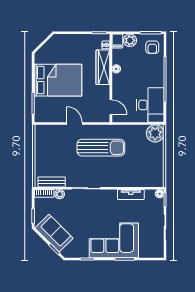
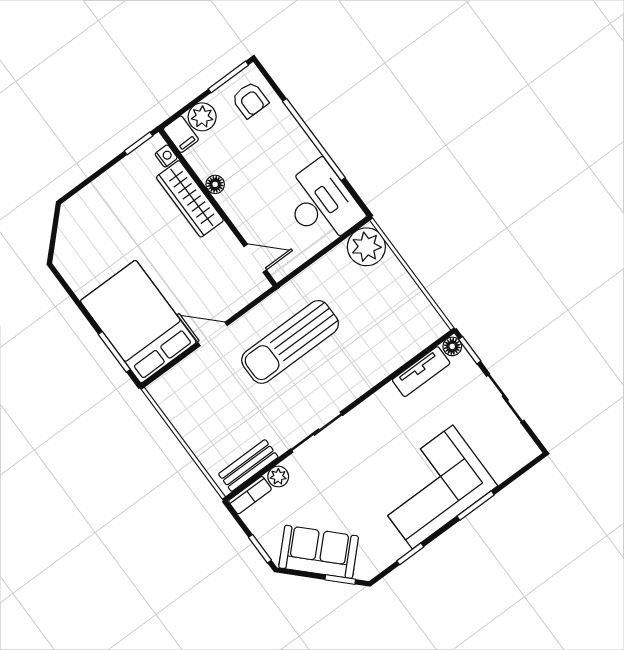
bed: (58, 80) -> (138, 322), moved, turned -90
sun lounger: (101, 148) -> (290, 342), turned 180
tv unit: (131, 194) -> (421, 372), moved

